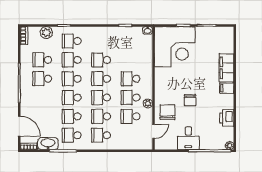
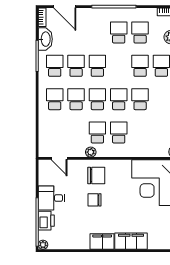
school desk: (72, 79) -> (119, 66), removed
filing cabinet: (227, 88) -> (102, 241), width x2.00
chair: (168, 112) -> (96, 175), moved
school desk: (131, 116) -> (76, 132), removed
printer: (227, 118) -> (46, 221), moved, turned 90
door: (19, 126) -> (65, 7), hinge flipped

